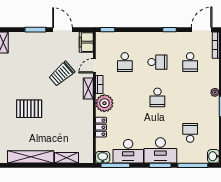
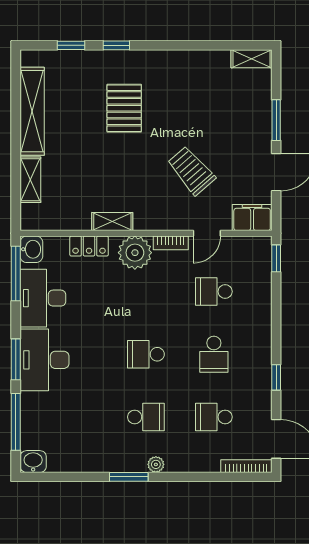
door: (94, 66) -> (207, 233), swing flipped
shelving: (88, 89) -> (112, 222), moved
school desk: (190, 133) -> (146, 417), moved

